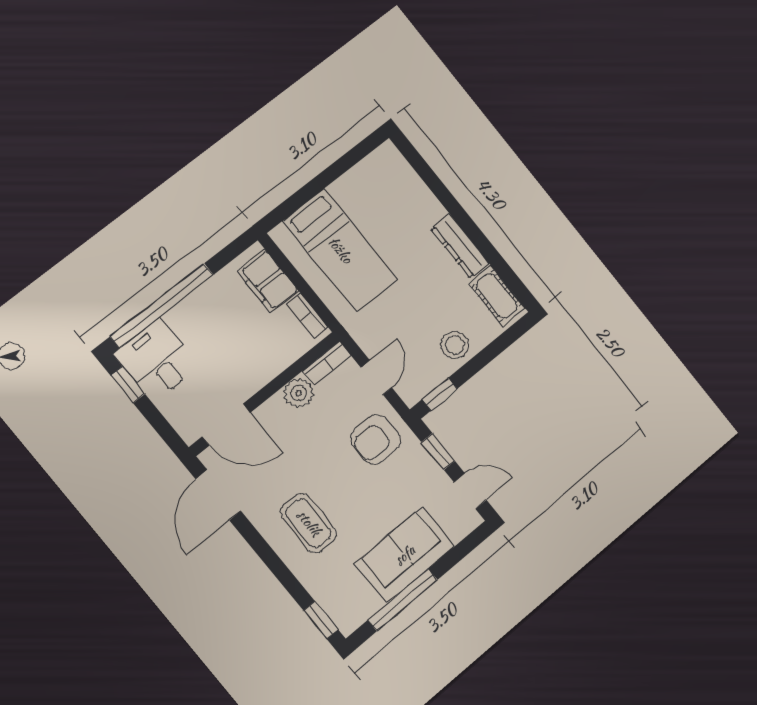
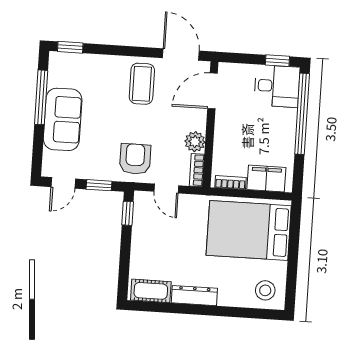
bed: (340, 250) -> (249, 230), width x1.50
stool: (455, 345) -> (265, 290), moved
coffee table: (309, 523) -> (142, 84), moved, turned 90

